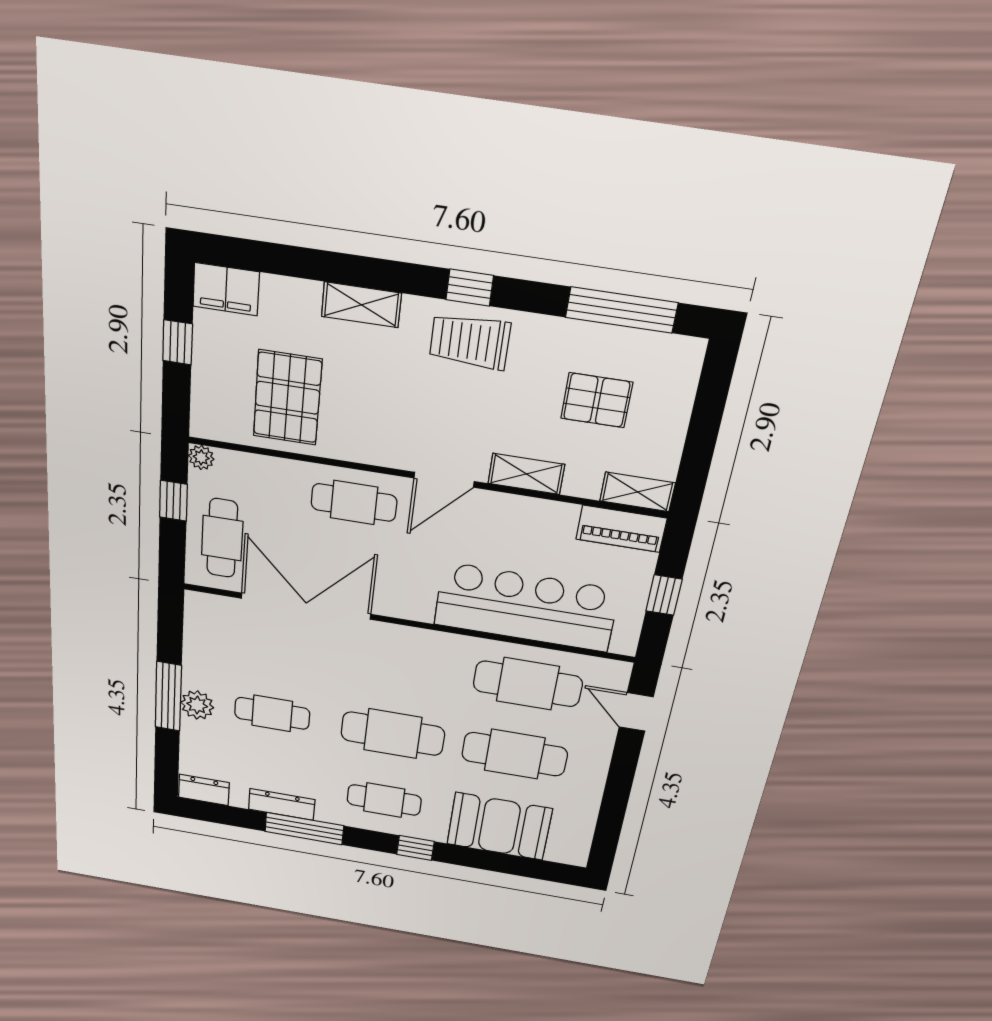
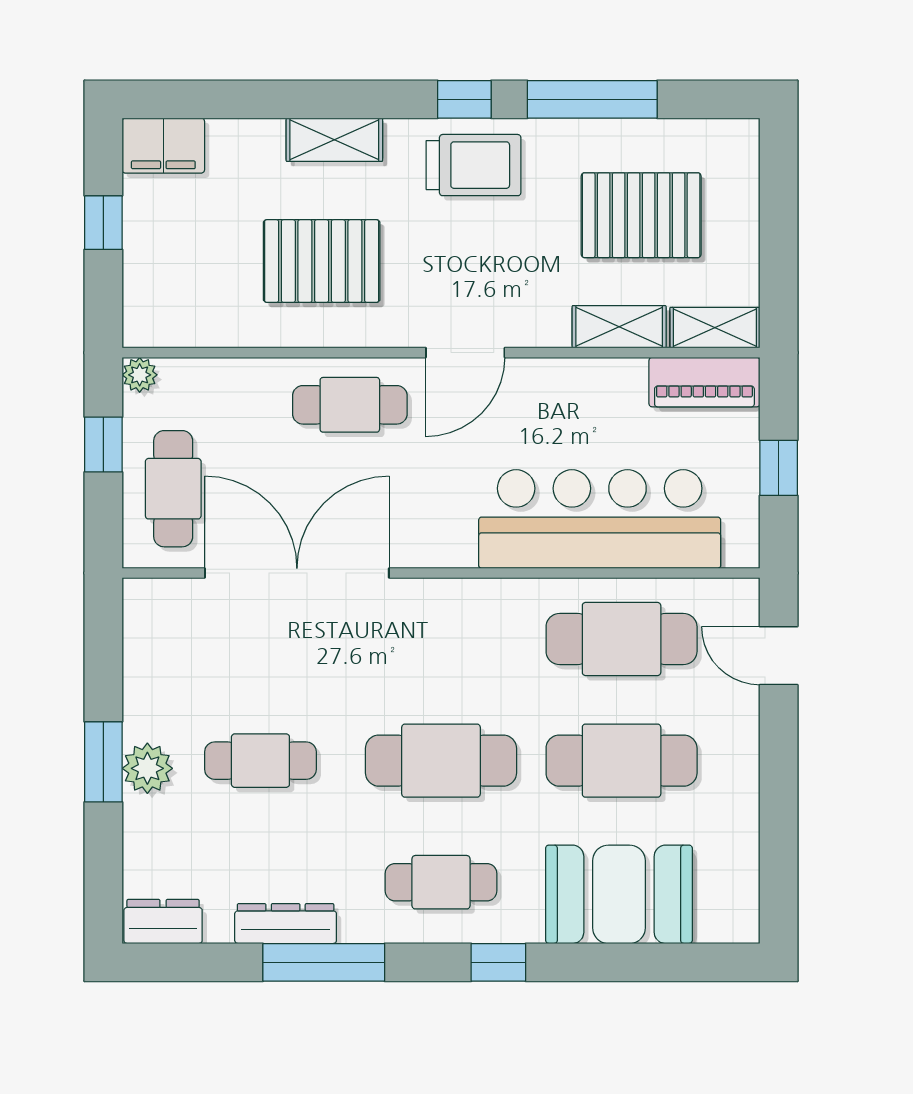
window: (621, 310) -> (592, 99), moved
trolley: (470, 341) -> (474, 165), turned 180
pallet: (287, 398) -> (322, 261), moved, turned 90
pallet: (597, 400) -> (641, 215), width x1.50, depth x1.42
shelving: (526, 474) -> (619, 327), moved
window: (168, 697) -> (103, 762), width x0.69

